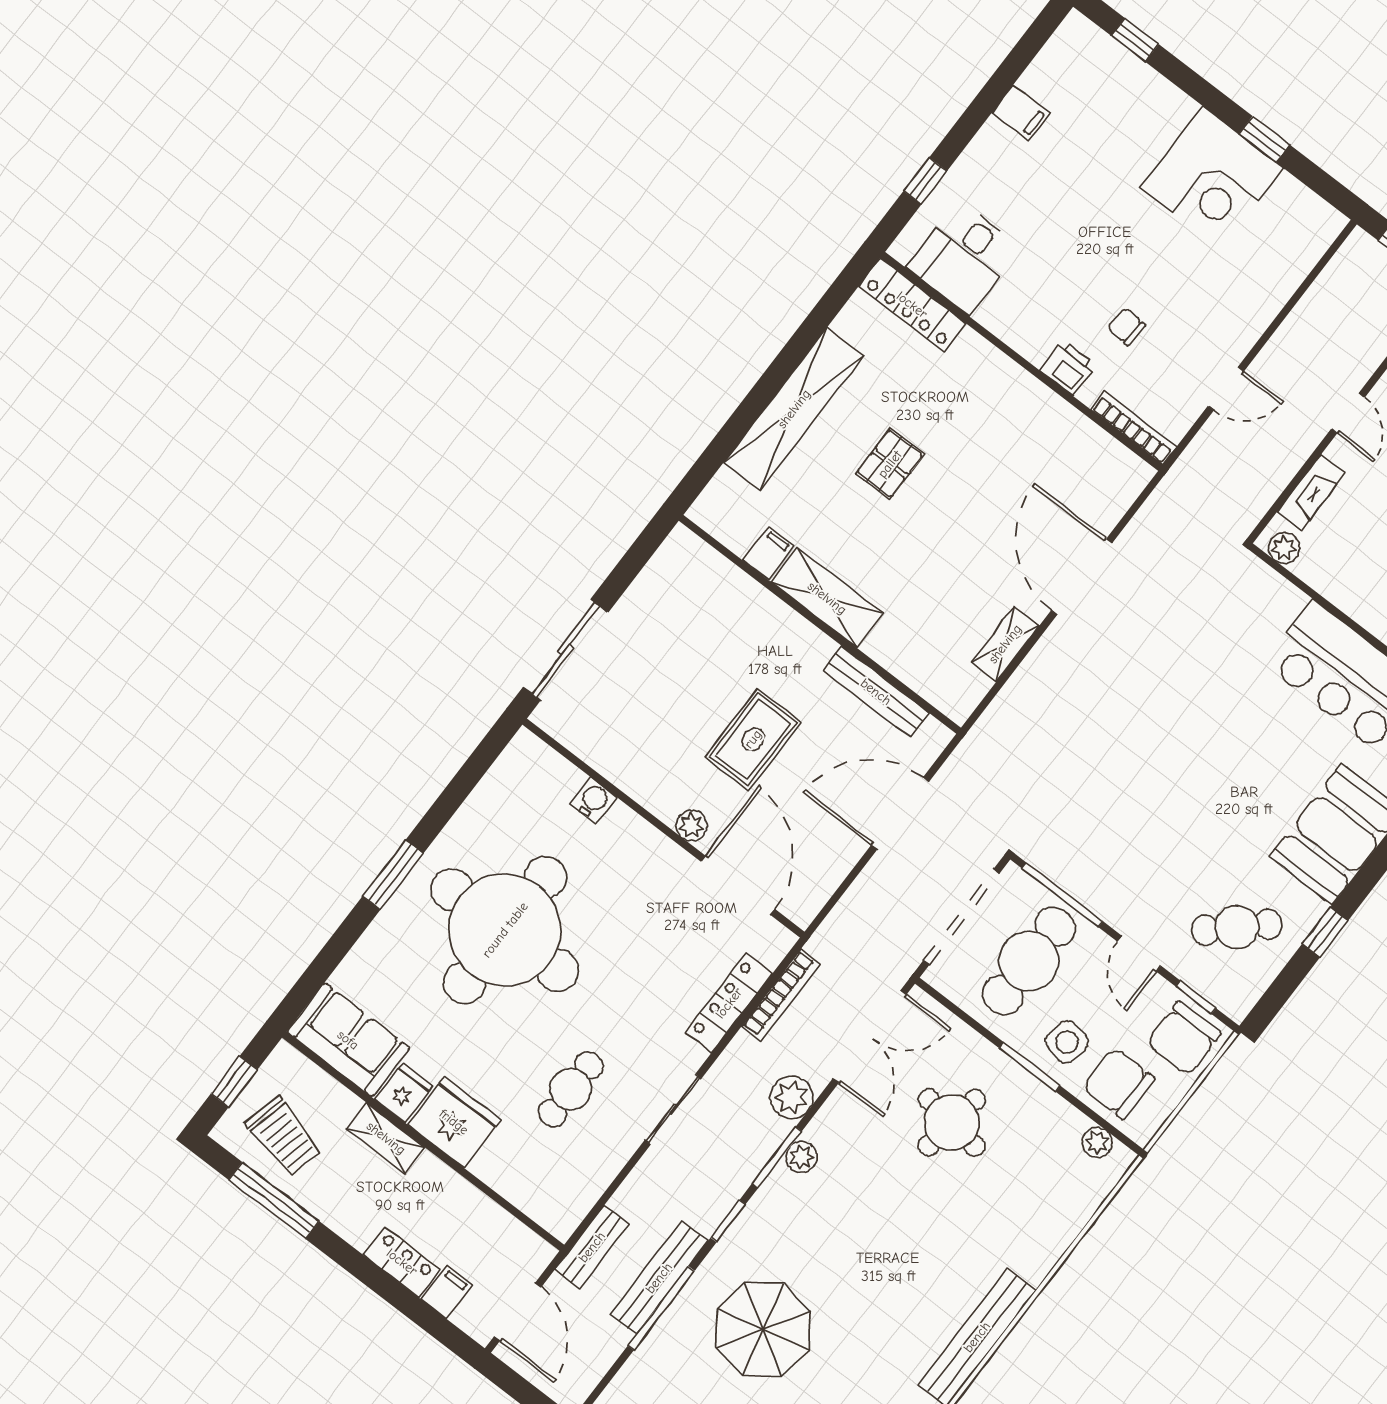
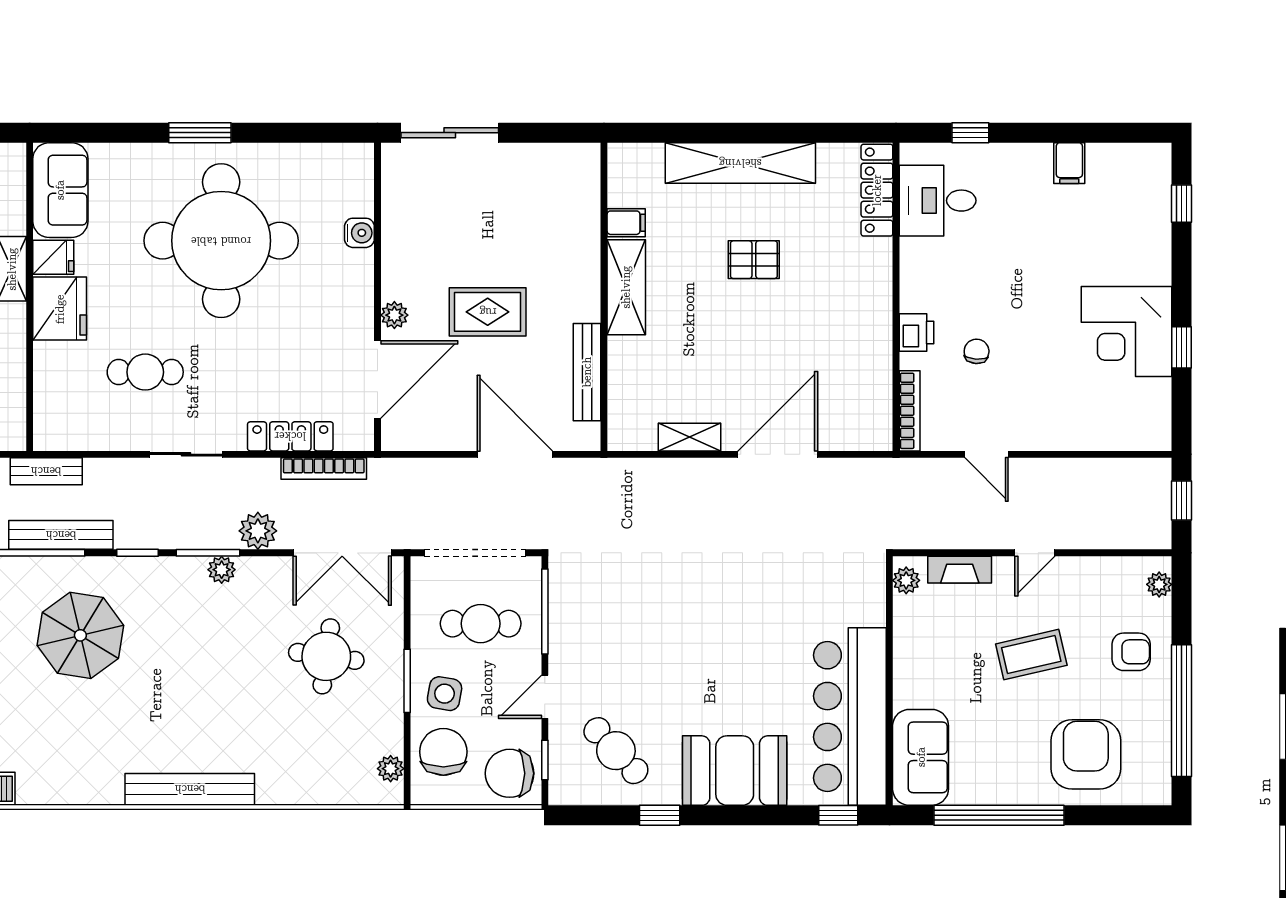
cafe table: (1029, 961) -> (481, 624), width x0.73, depth x0.74

